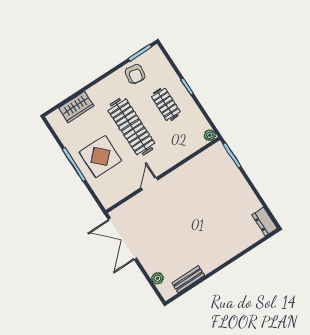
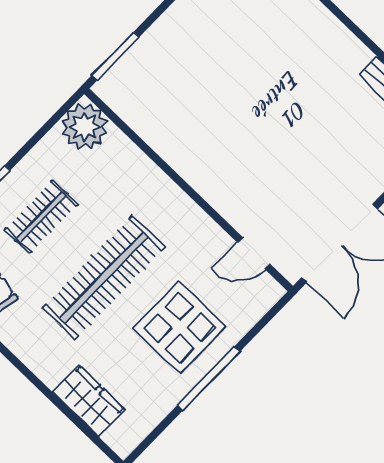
plant: (210, 135) -> (85, 127), width x1.87, depth x1.87
door: (149, 184) -> (254, 253), moved

